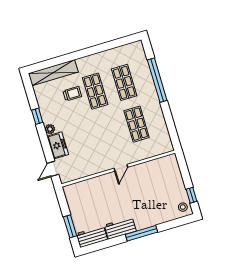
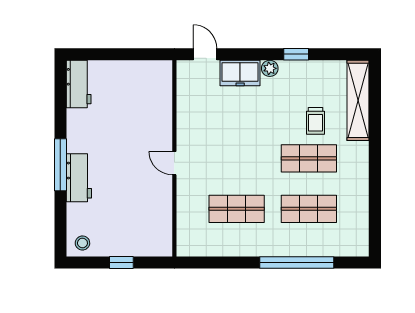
window: (192, 195) -> (121, 263), moved
window: (70, 226) -> (105, 54), removed
workbench: (120, 228) -> (79, 178), moved

